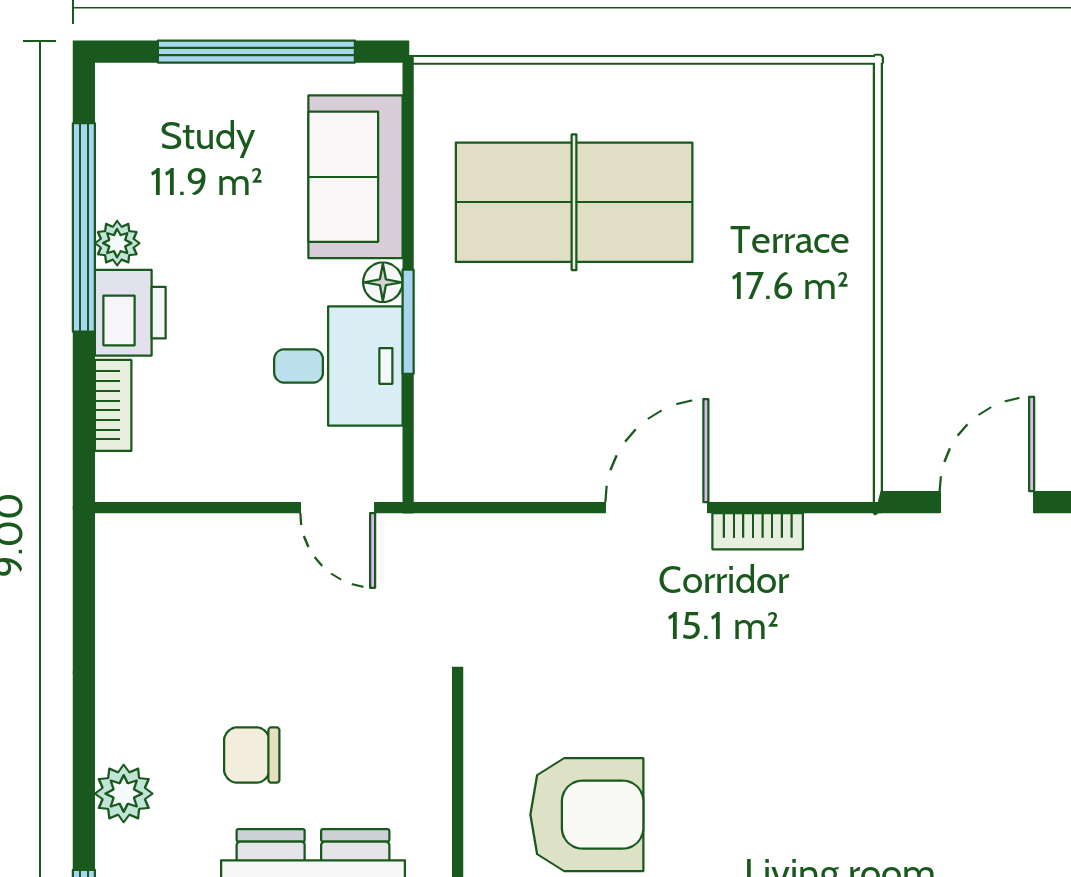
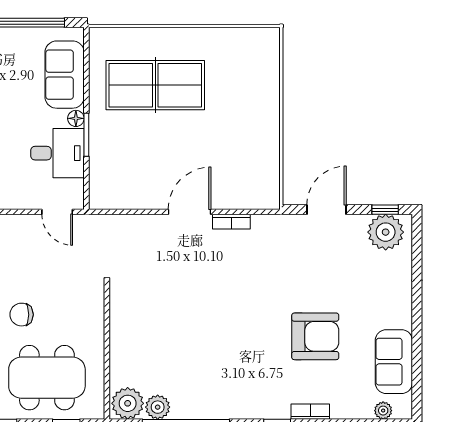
armchair: (587, 815) -> (315, 336), moved

